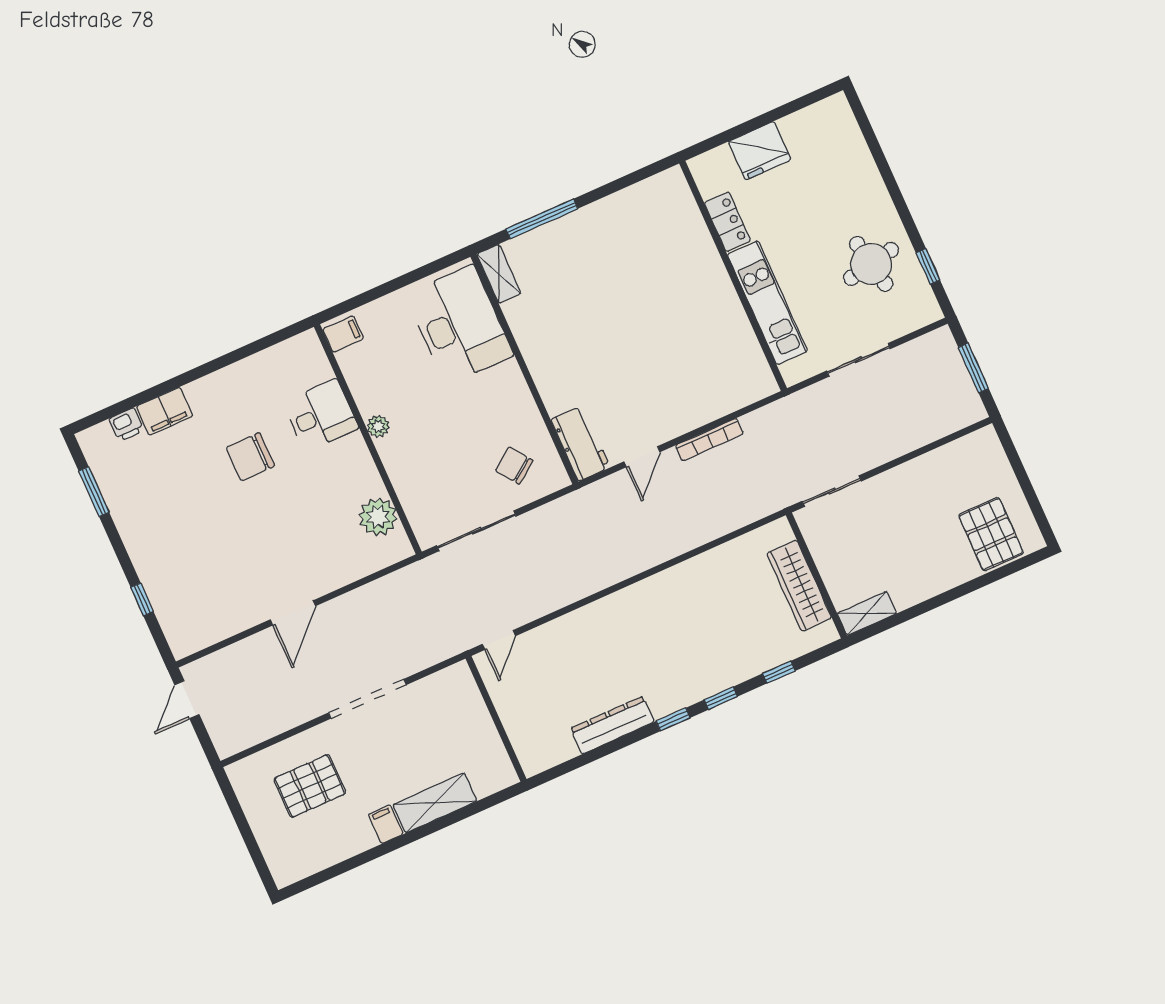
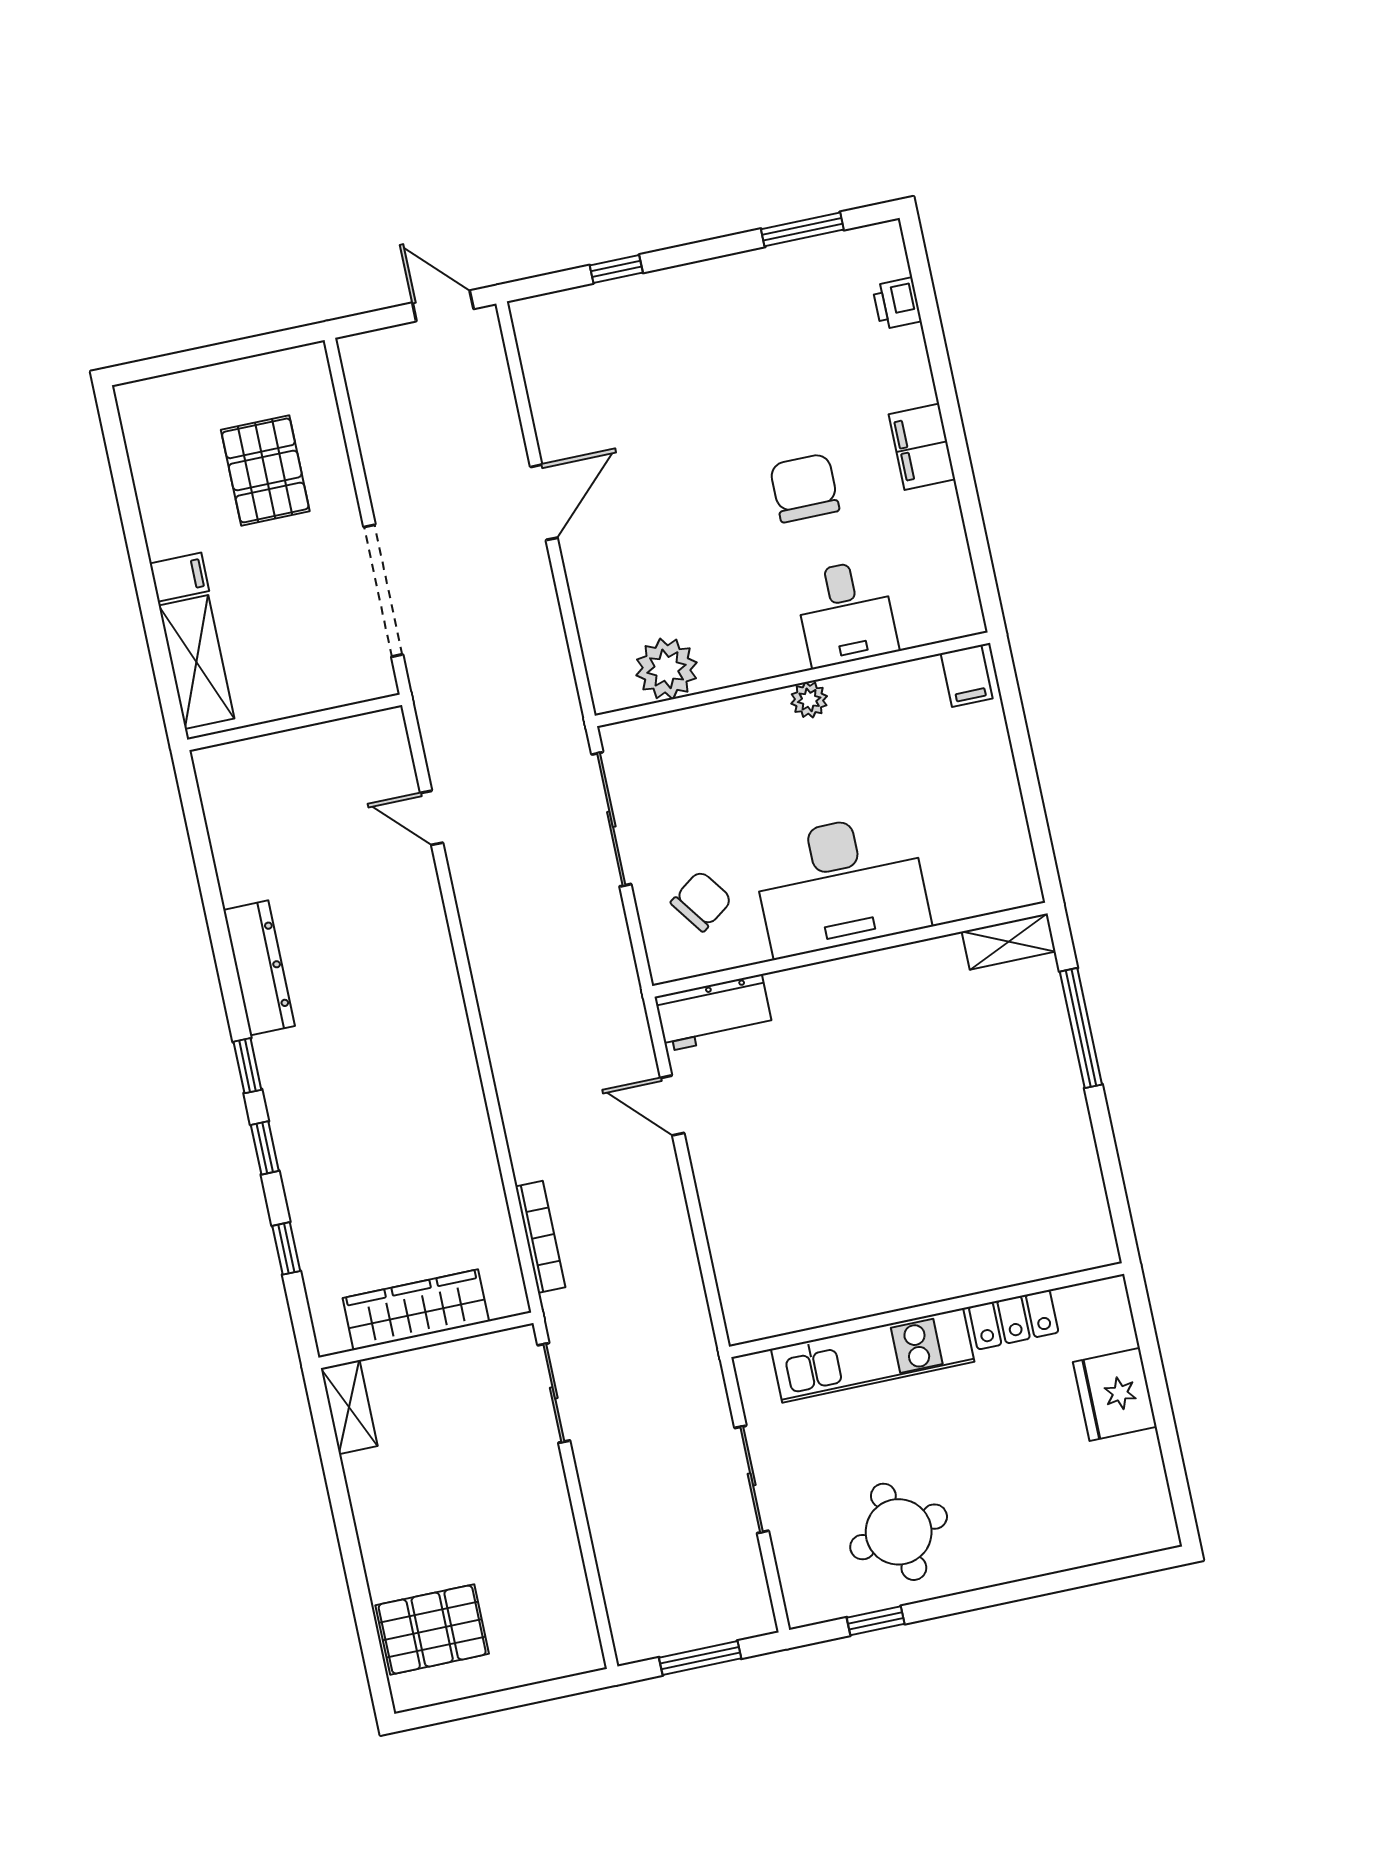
desk: (460, 325) -> (841, 884), moved
filing cabinet: (165, 411) -> (922, 447), moved
bookcase: (709, 440) -> (540, 1237), moved, turned 180
door: (293, 613) -> (544, 502), swing flipped
wall: (496, 719) -> (295, 722), moved

